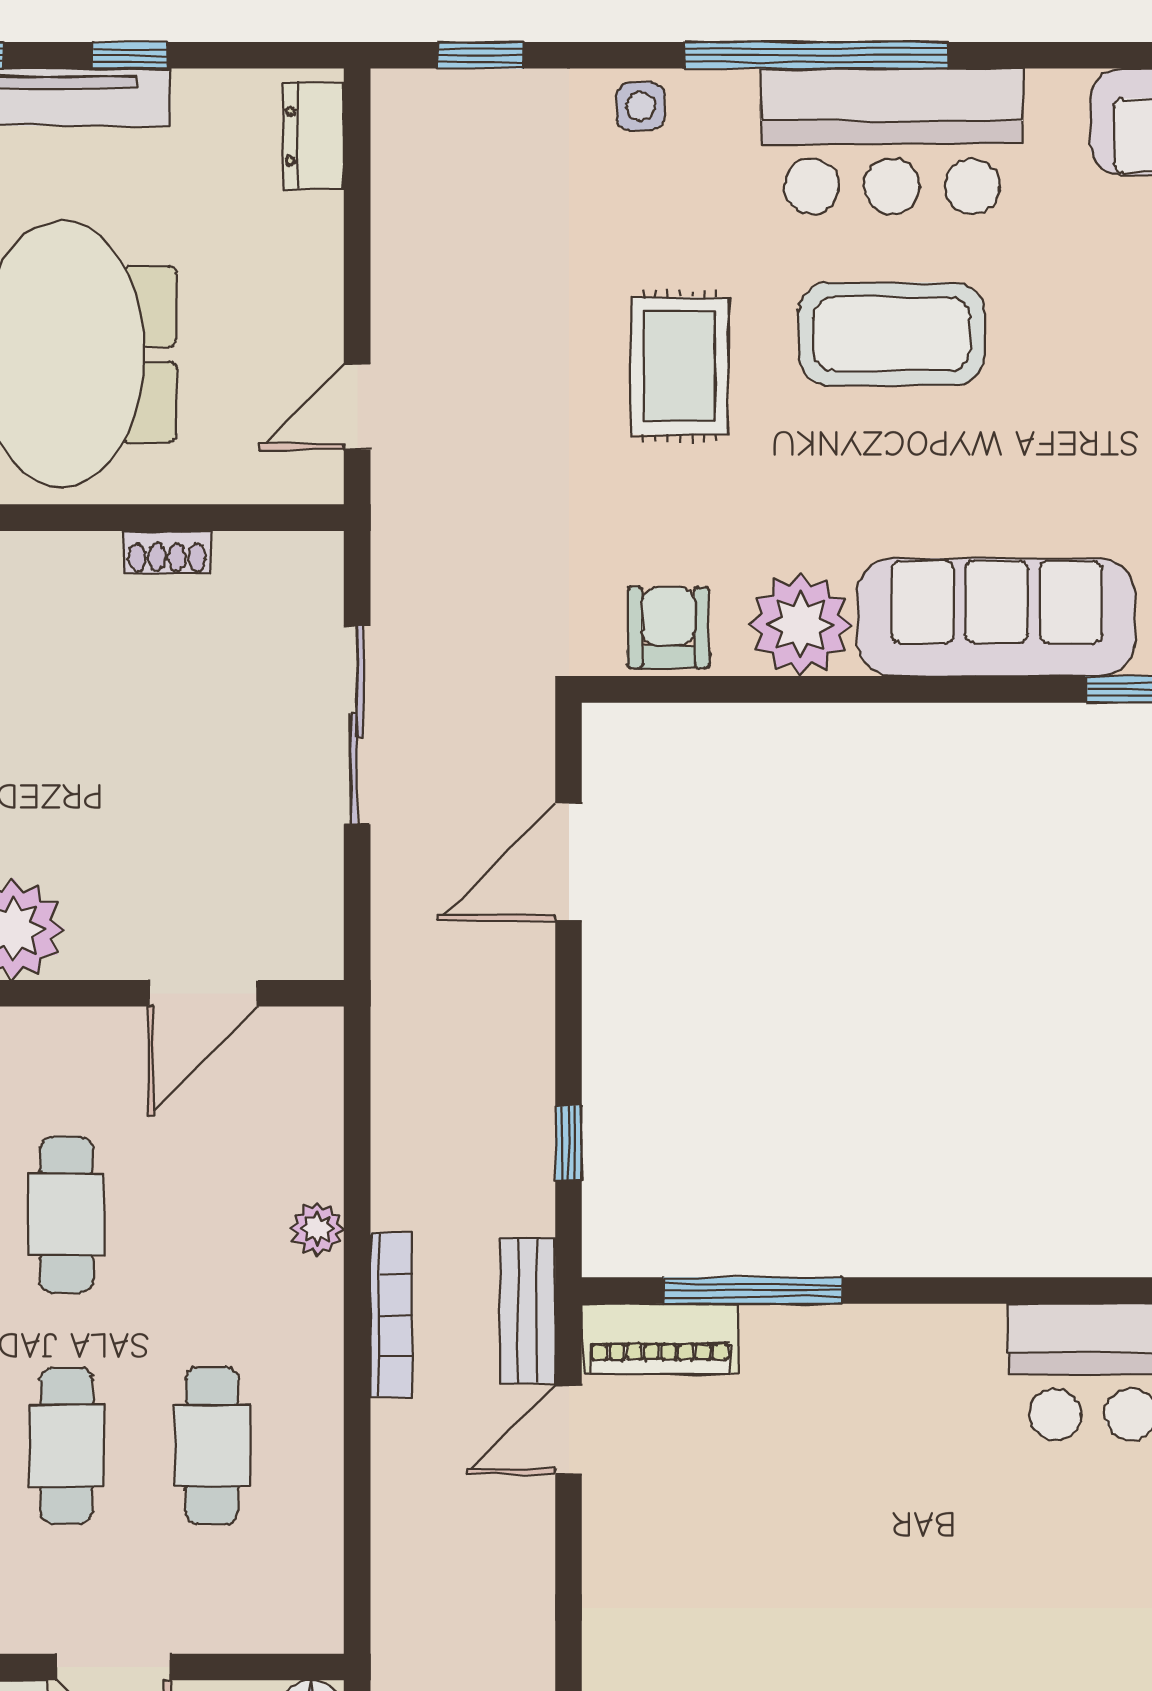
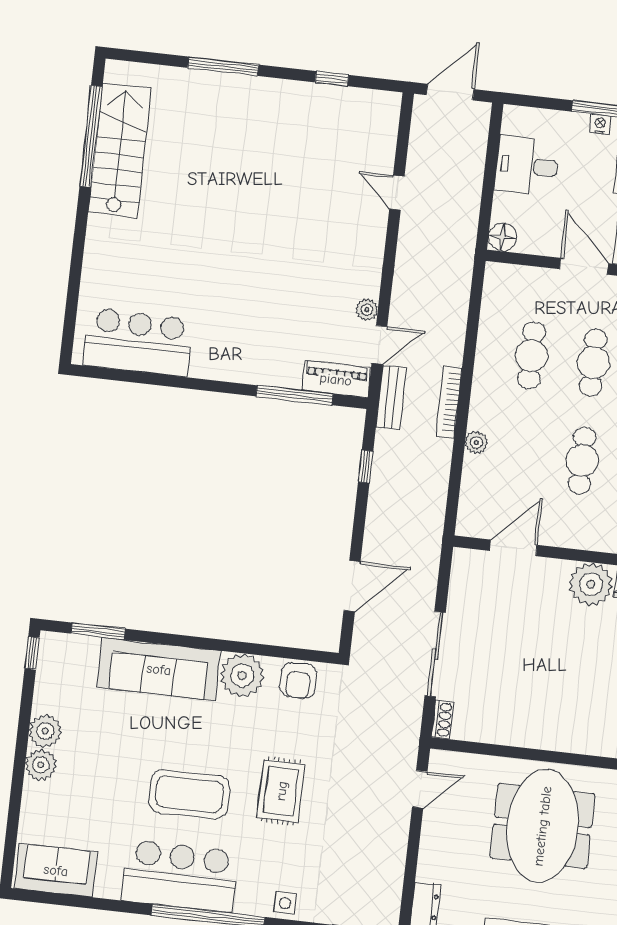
shoe rack: (167, 552) -> (442, 720), moved, turned 90
plant: (607, 1509) -> (367, 310), added

